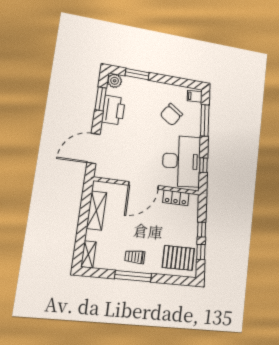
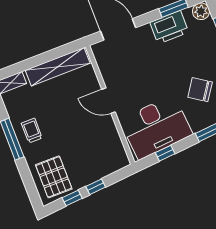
door: (144, 185) -> (109, 101), width x0.73
locker: (176, 198) -> (114, 141), removed
shelving: (96, 211) -> (58, 67), width x1.47

